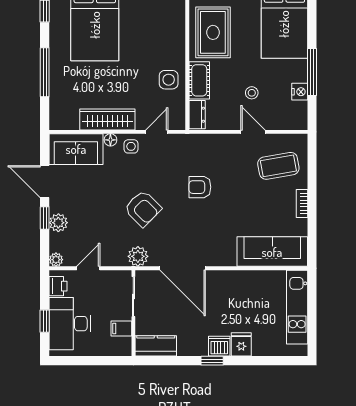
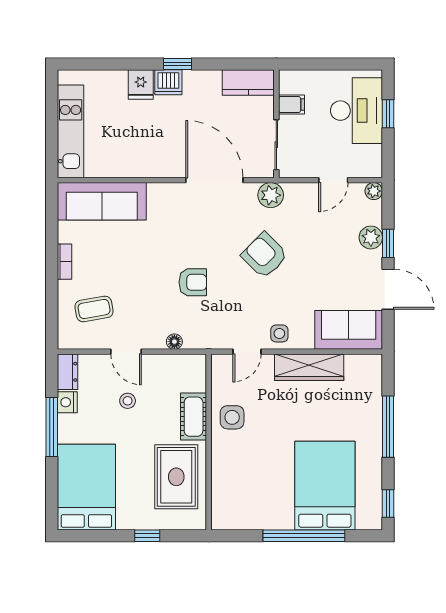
dresser: (197, 115) -> (67, 372), moved, turned 180
floor lamp: (110, 140) -> (174, 342), moved
coffee table: (278, 166) -> (94, 309), width x0.73, depth x0.77
printer: (58, 286) -> (371, 158), removed

